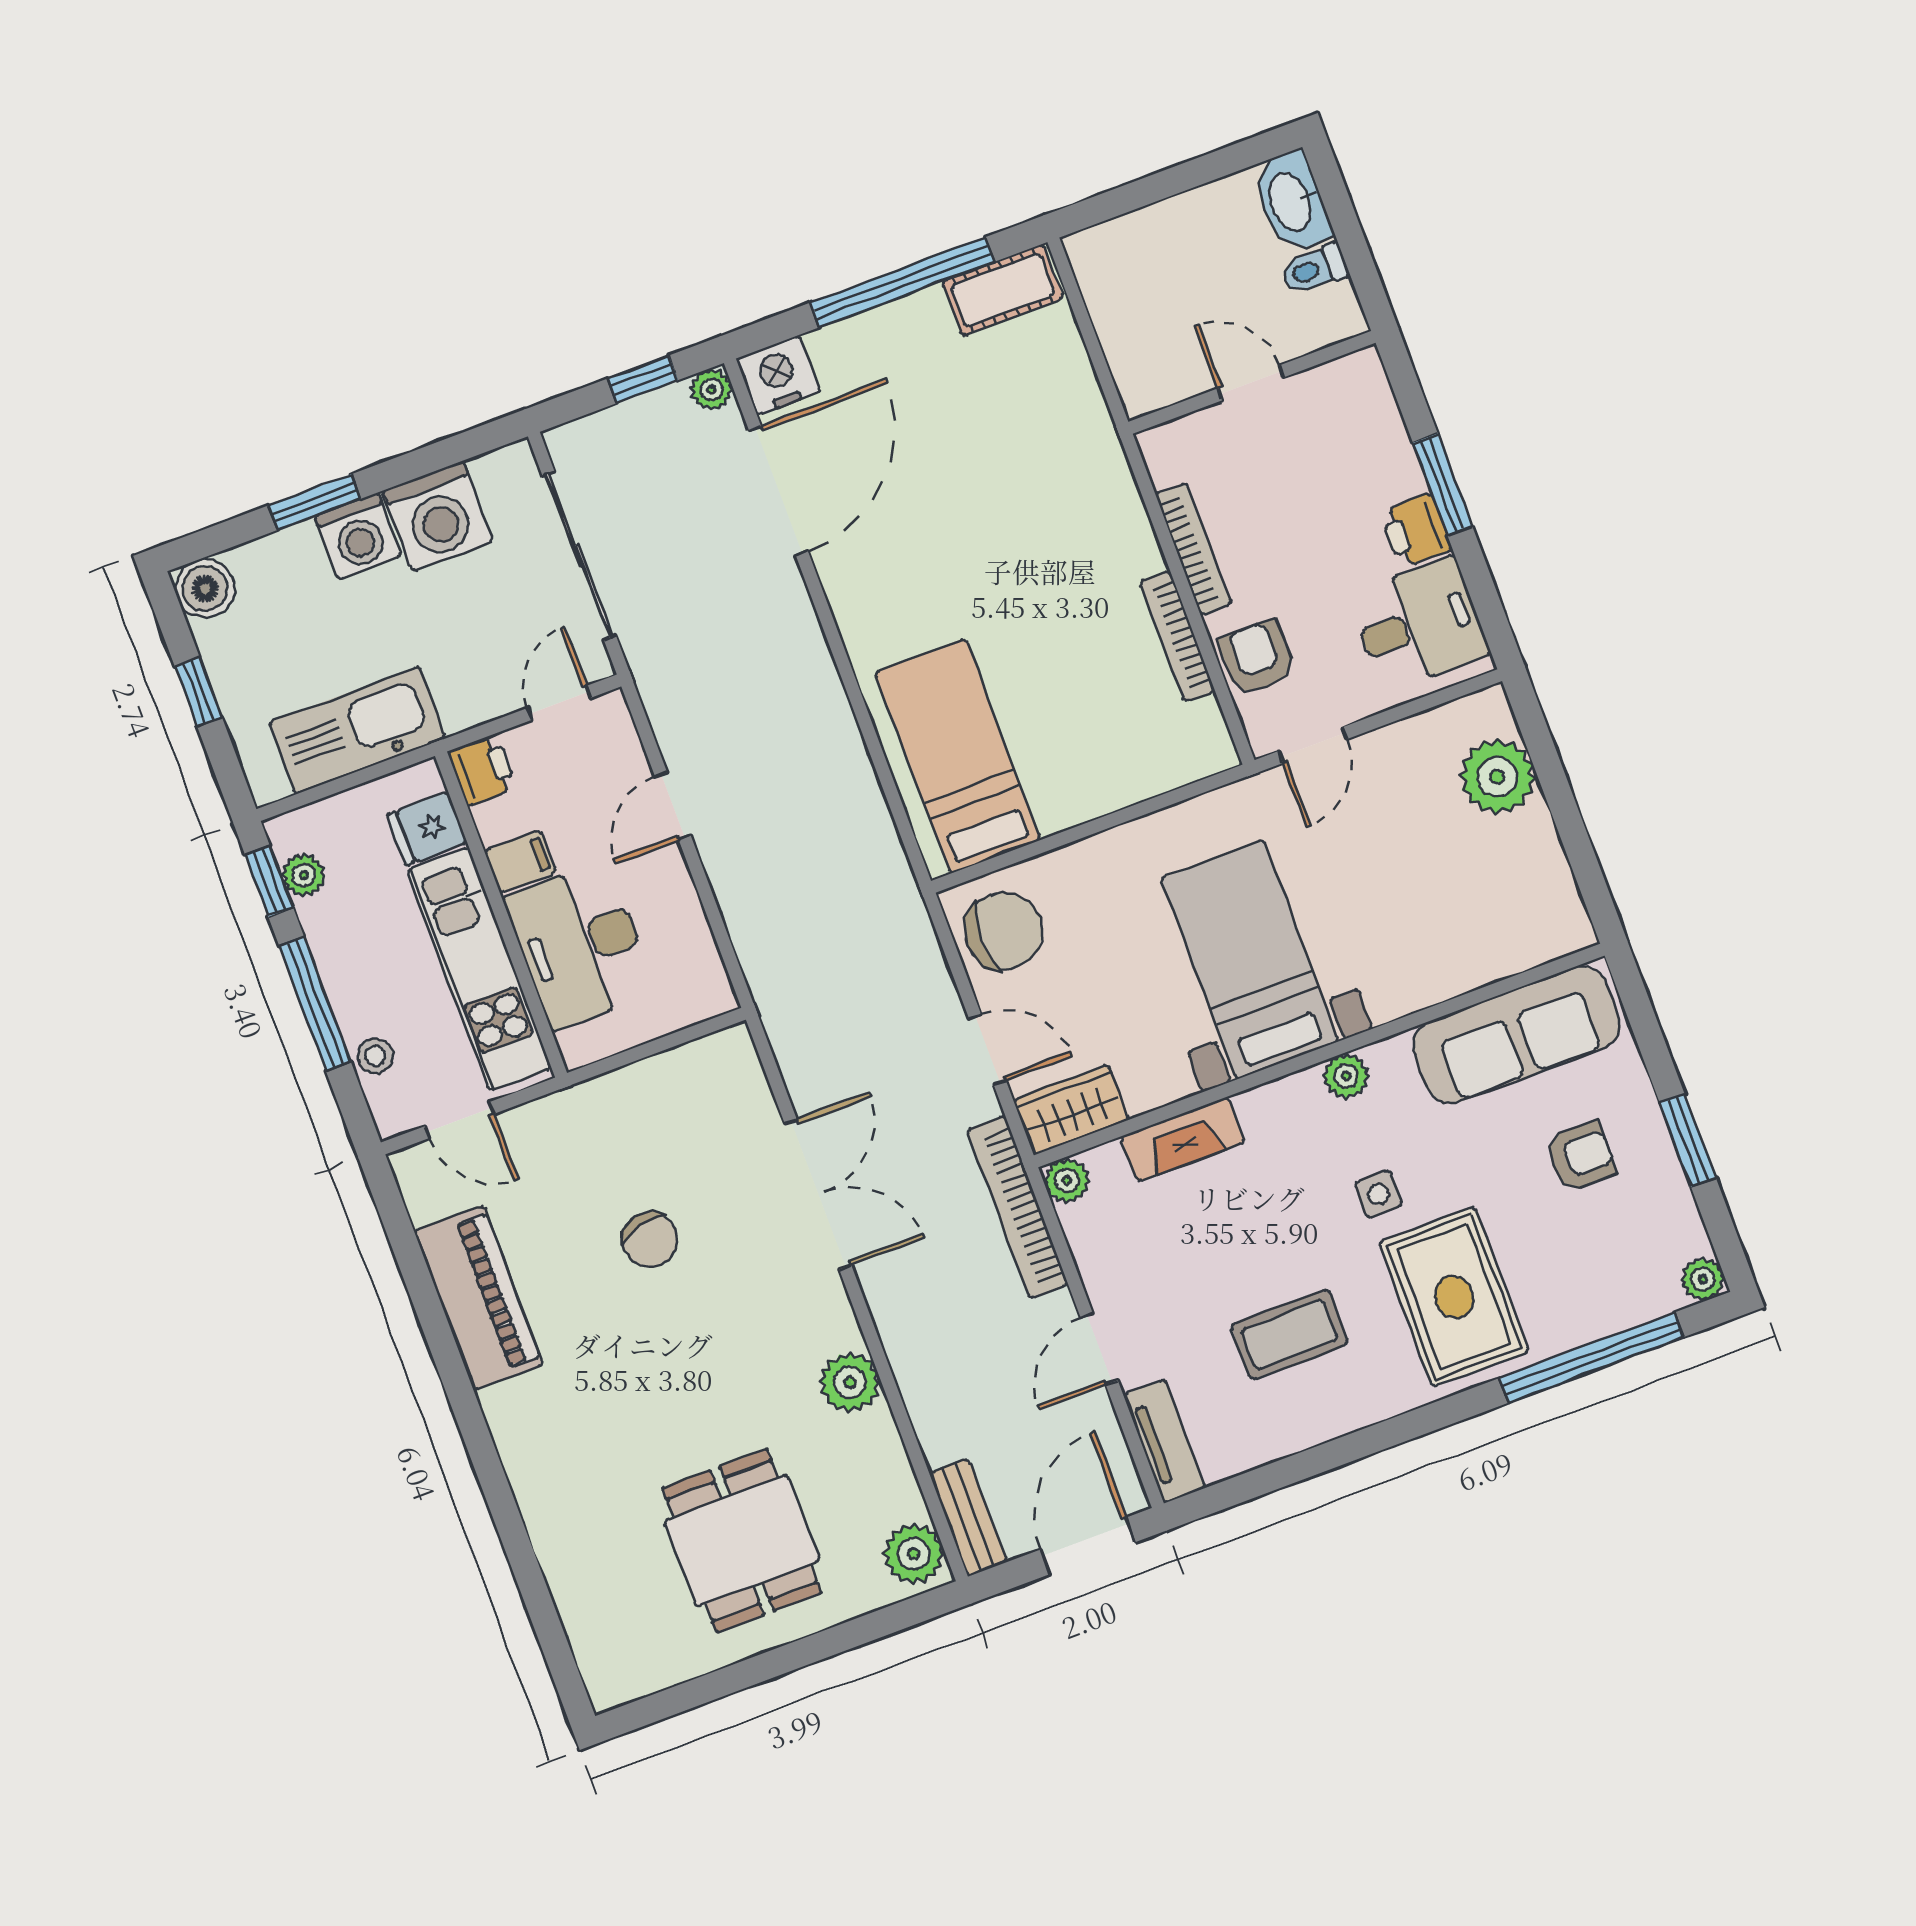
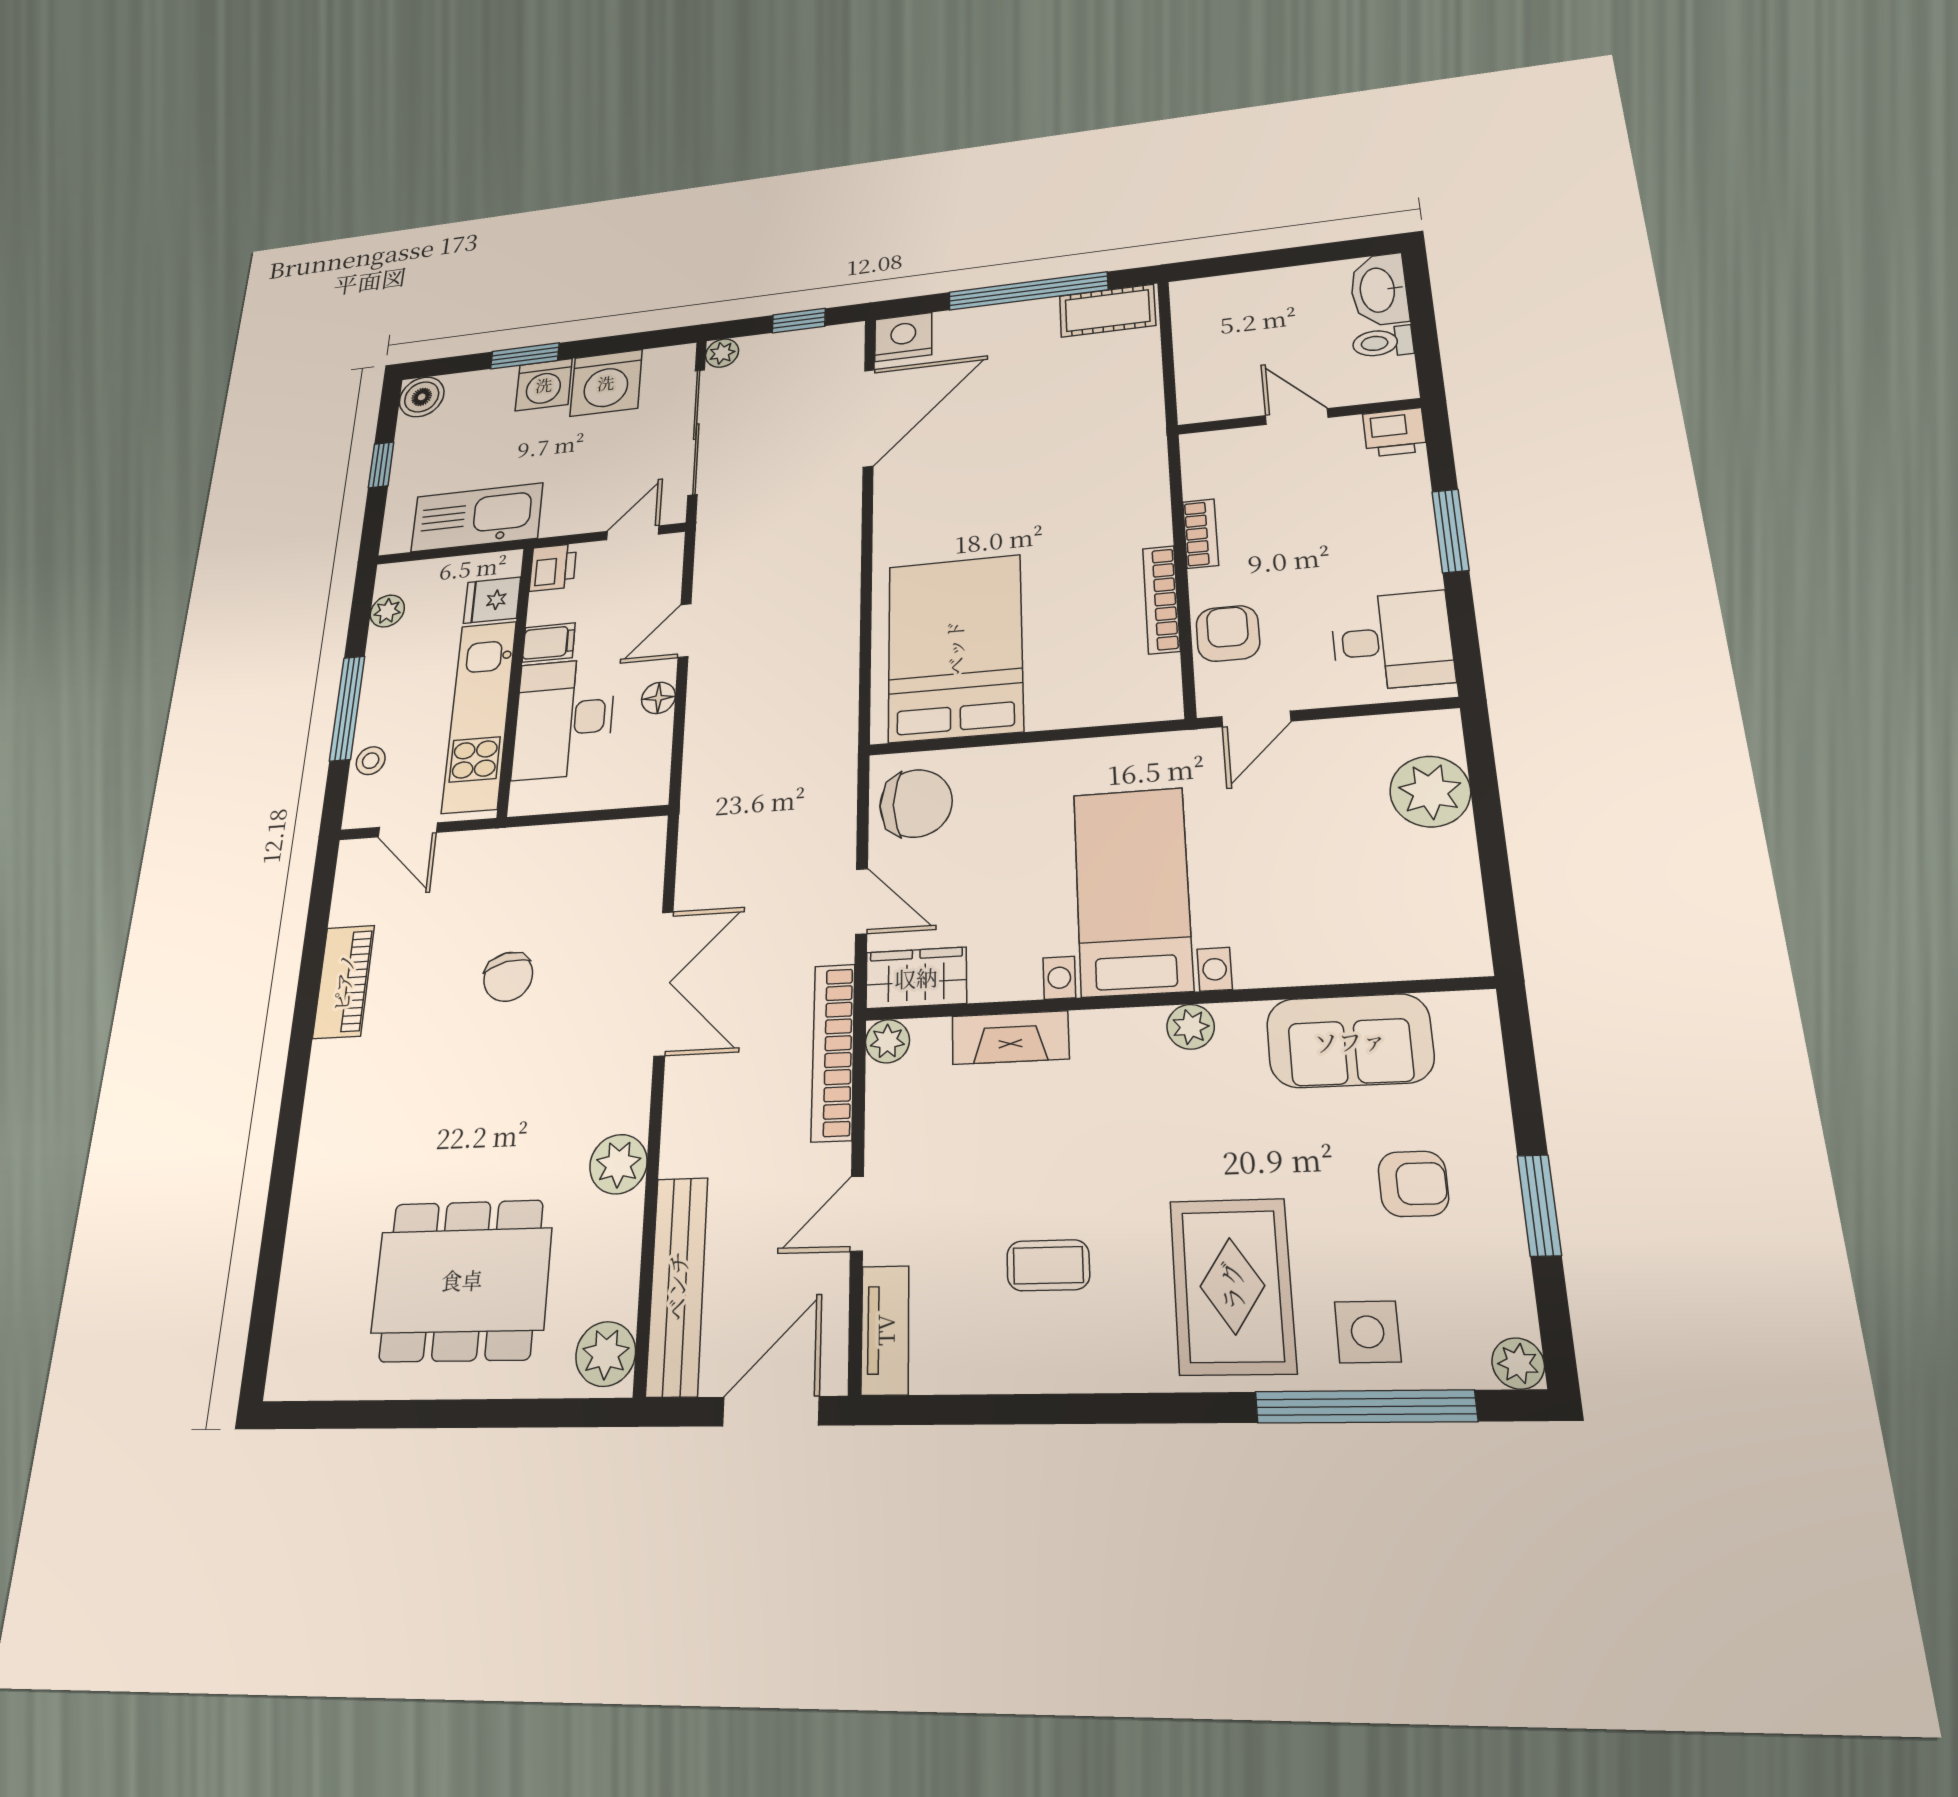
plant: (711, 390) -> (722, 353), moved
printer: (1416, 531) -> (1395, 432), moved, turned -90
bookcase: (1193, 549) -> (1201, 534), width x0.64
bed: (958, 756) -> (955, 648), width x1.50
window: (269, 881) -> (361, 609), removed
floor lamp: (678, 892) -> (658, 698), added
sofa: (1517, 1035) -> (1350, 1041), width x0.73
side table: (1378, 1194) -> (1368, 1332), moved, width x1.37, depth x1.37
piano: (478, 1298) -> (344, 982), width x0.73, depth x0.75
coffee table: (1290, 1334) -> (1048, 1265), width x0.73, depth x0.77
bench: (968, 1518) -> (677, 1286), width x1.86, depth x1.21
dining table: (742, 1541) -> (462, 1280), width x1.38

